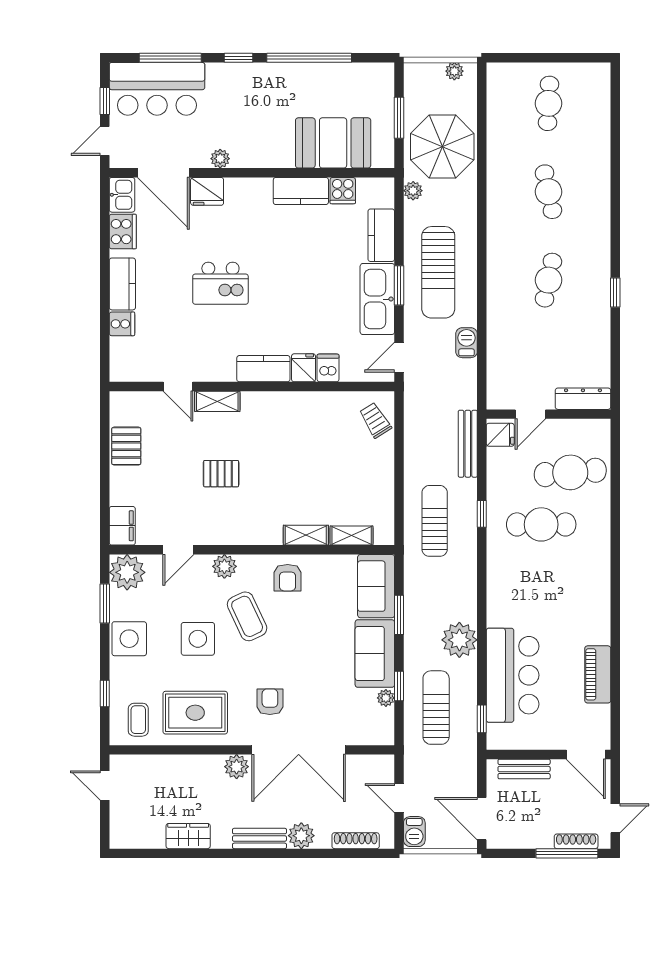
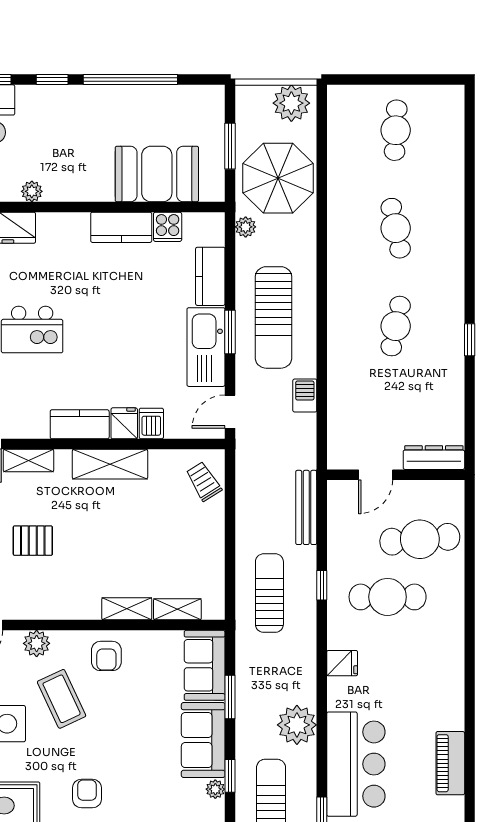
plant: (454, 71) -> (291, 103), width x1.87, depth x1.87
shelving: (291, 405) -> (110, 464), added
fridge: (500, 435) -> (342, 663), moved

